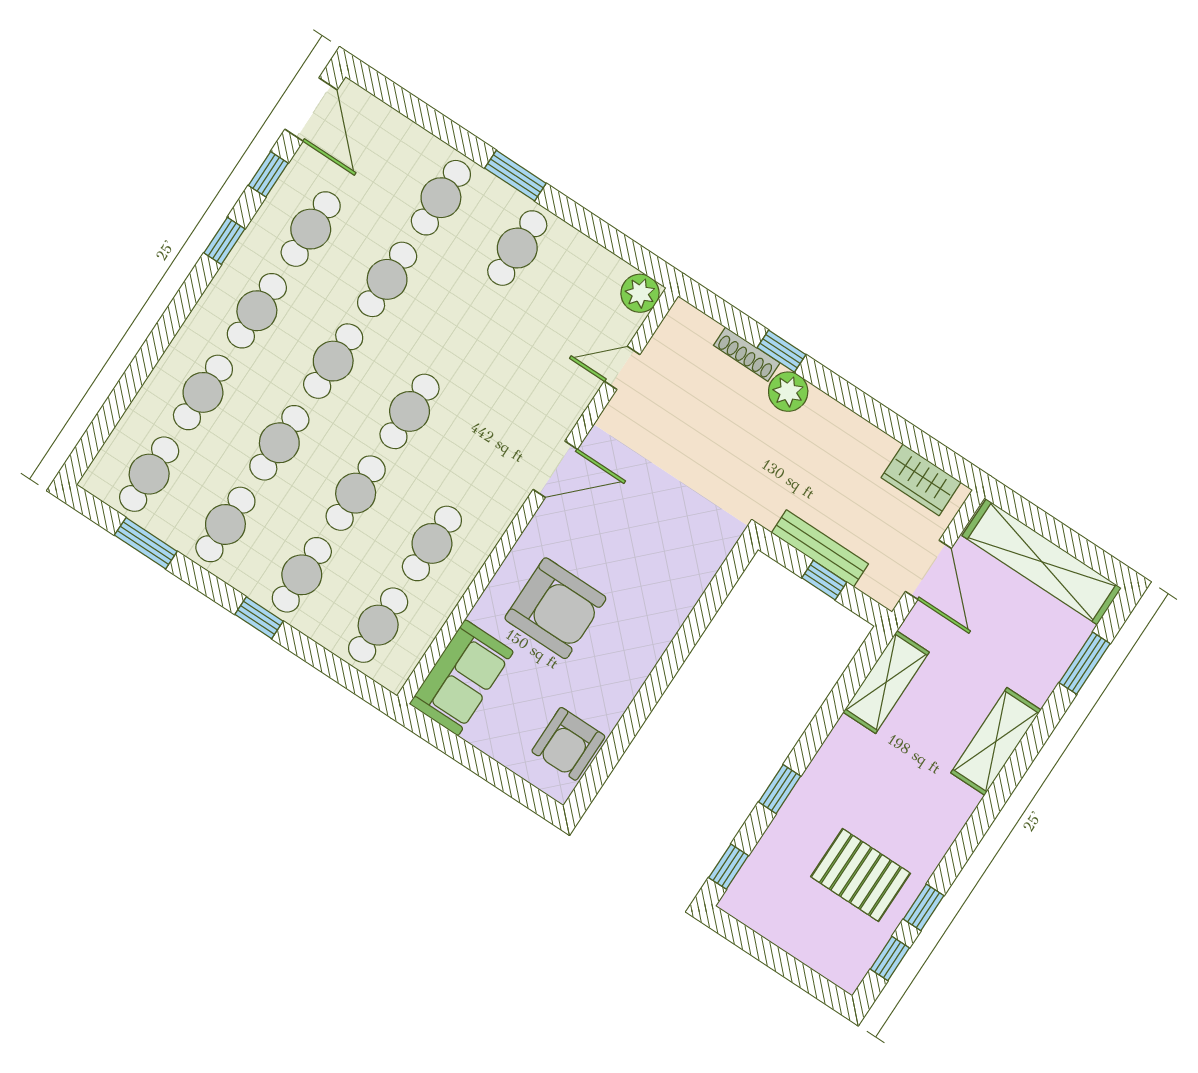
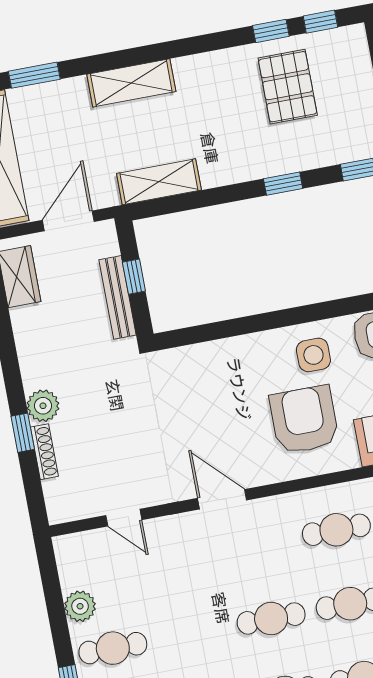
plant: (640, 293) -> (80, 606), moved
side table: (604, 671) -> (313, 355), added

